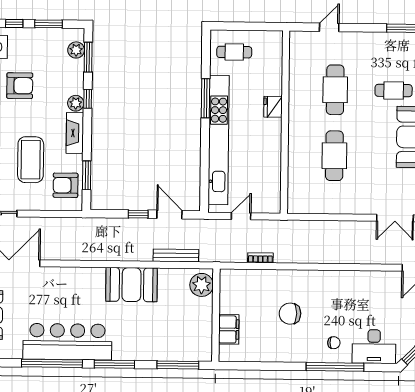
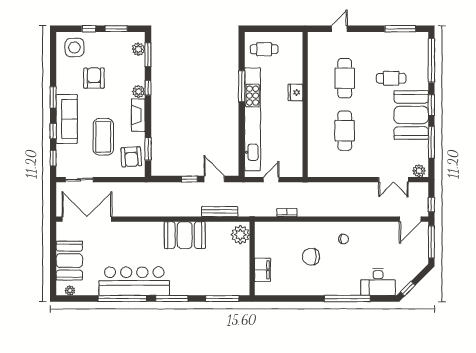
armchair: (20, 86) -> (94, 78), turned -90
armchair: (66, 185) -> (131, 157), turned -94
chair: (334, 343) -> (344, 239), moved

